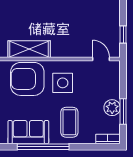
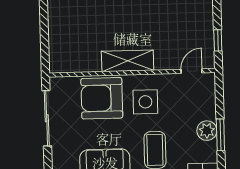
shelving: (29, 49) -> (128, 61), moved
door: (101, 59) -> (192, 71), hinge flipped

